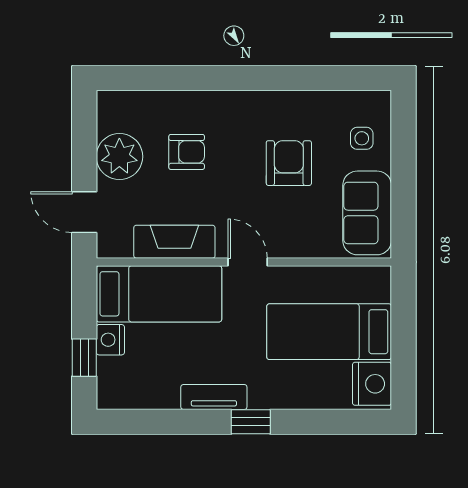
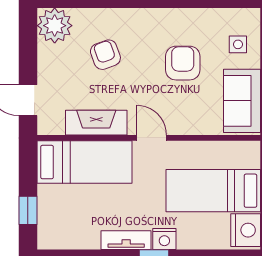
armchair: (187, 152) -> (105, 55), turned -110
plant: (119, 157) -> (55, 26), moved
nightstand: (110, 340) -> (164, 239), moved, turned -90

